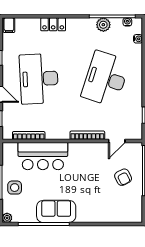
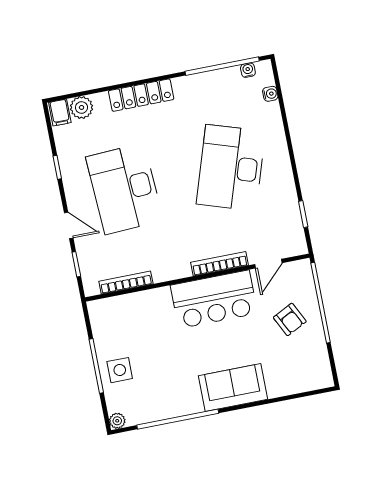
locker: (53, 24) -> (141, 95), width x1.53
plant: (103, 25) -> (82, 107), moved
bar counter: (43, 156) -> (214, 299), moved
sofa: (56, 211) -> (233, 387), moved

